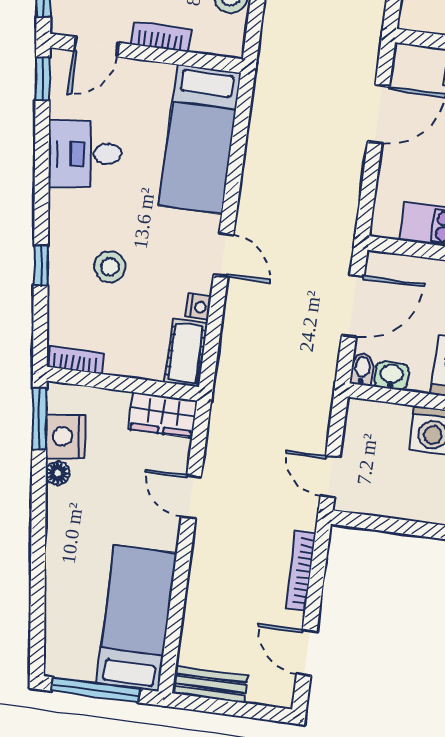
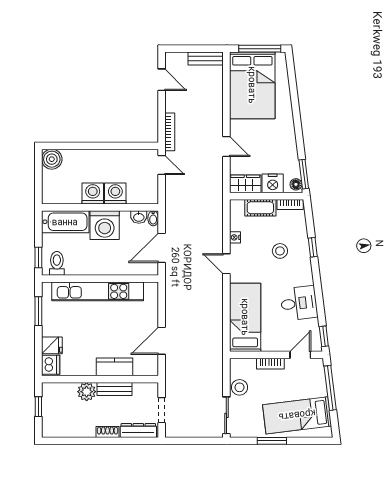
cot: (186, 353) -> (260, 208), moved, turned 90
nightstand: (66, 436) -> (273, 183), moved, turned 97
floor lamp: (58, 473) -> (296, 184), moved
bookcase: (301, 571) -> (170, 132), moved
bed: (137, 618) -> (252, 85), width x1.50

